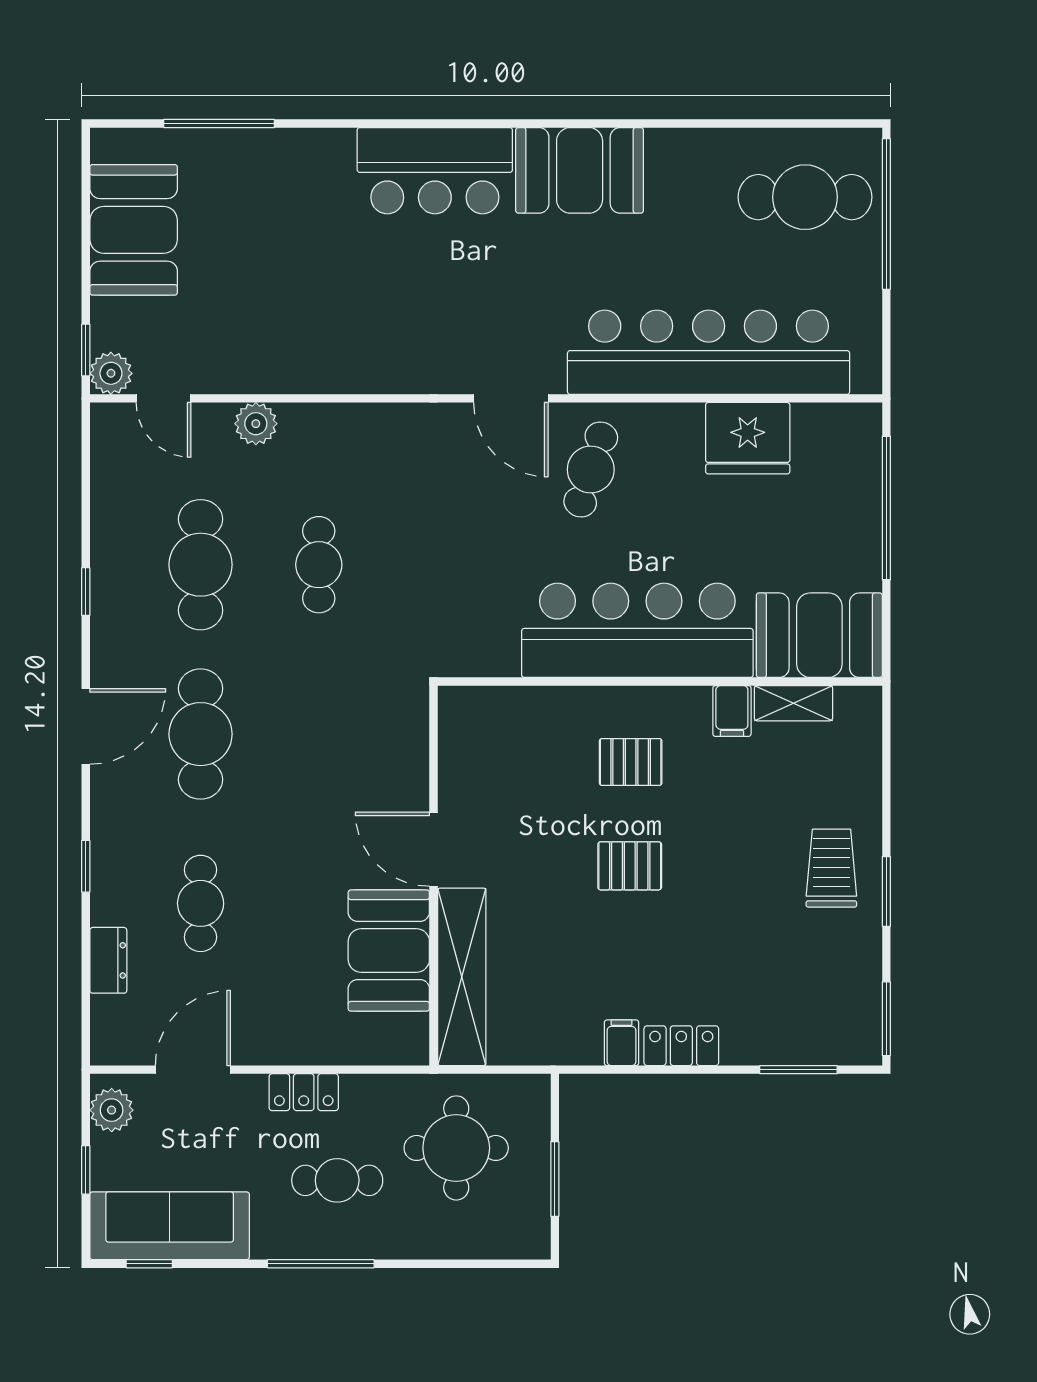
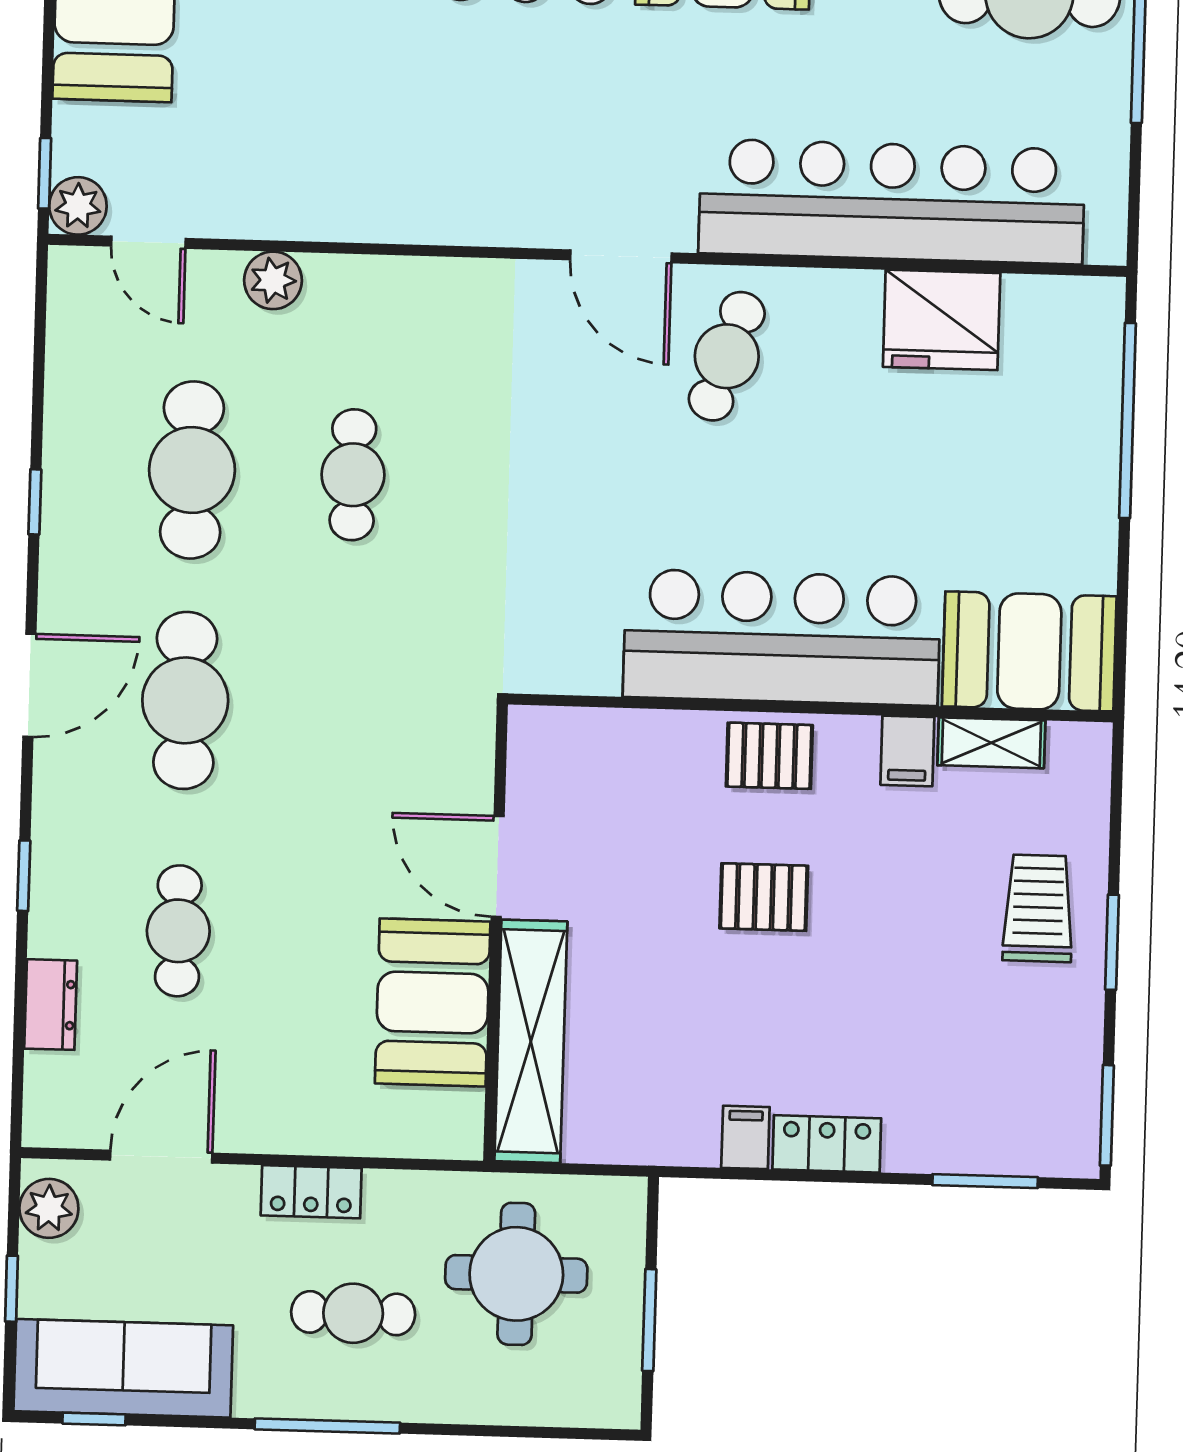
bar counter: (637, 630) -> (782, 637), moved
booth: (819, 635) -> (1029, 651), moved
wall: (660, 681) -> (811, 708), moved
shelving: (793, 703) -> (991, 743), moved
filing cabinet: (732, 711) -> (907, 751), moved

